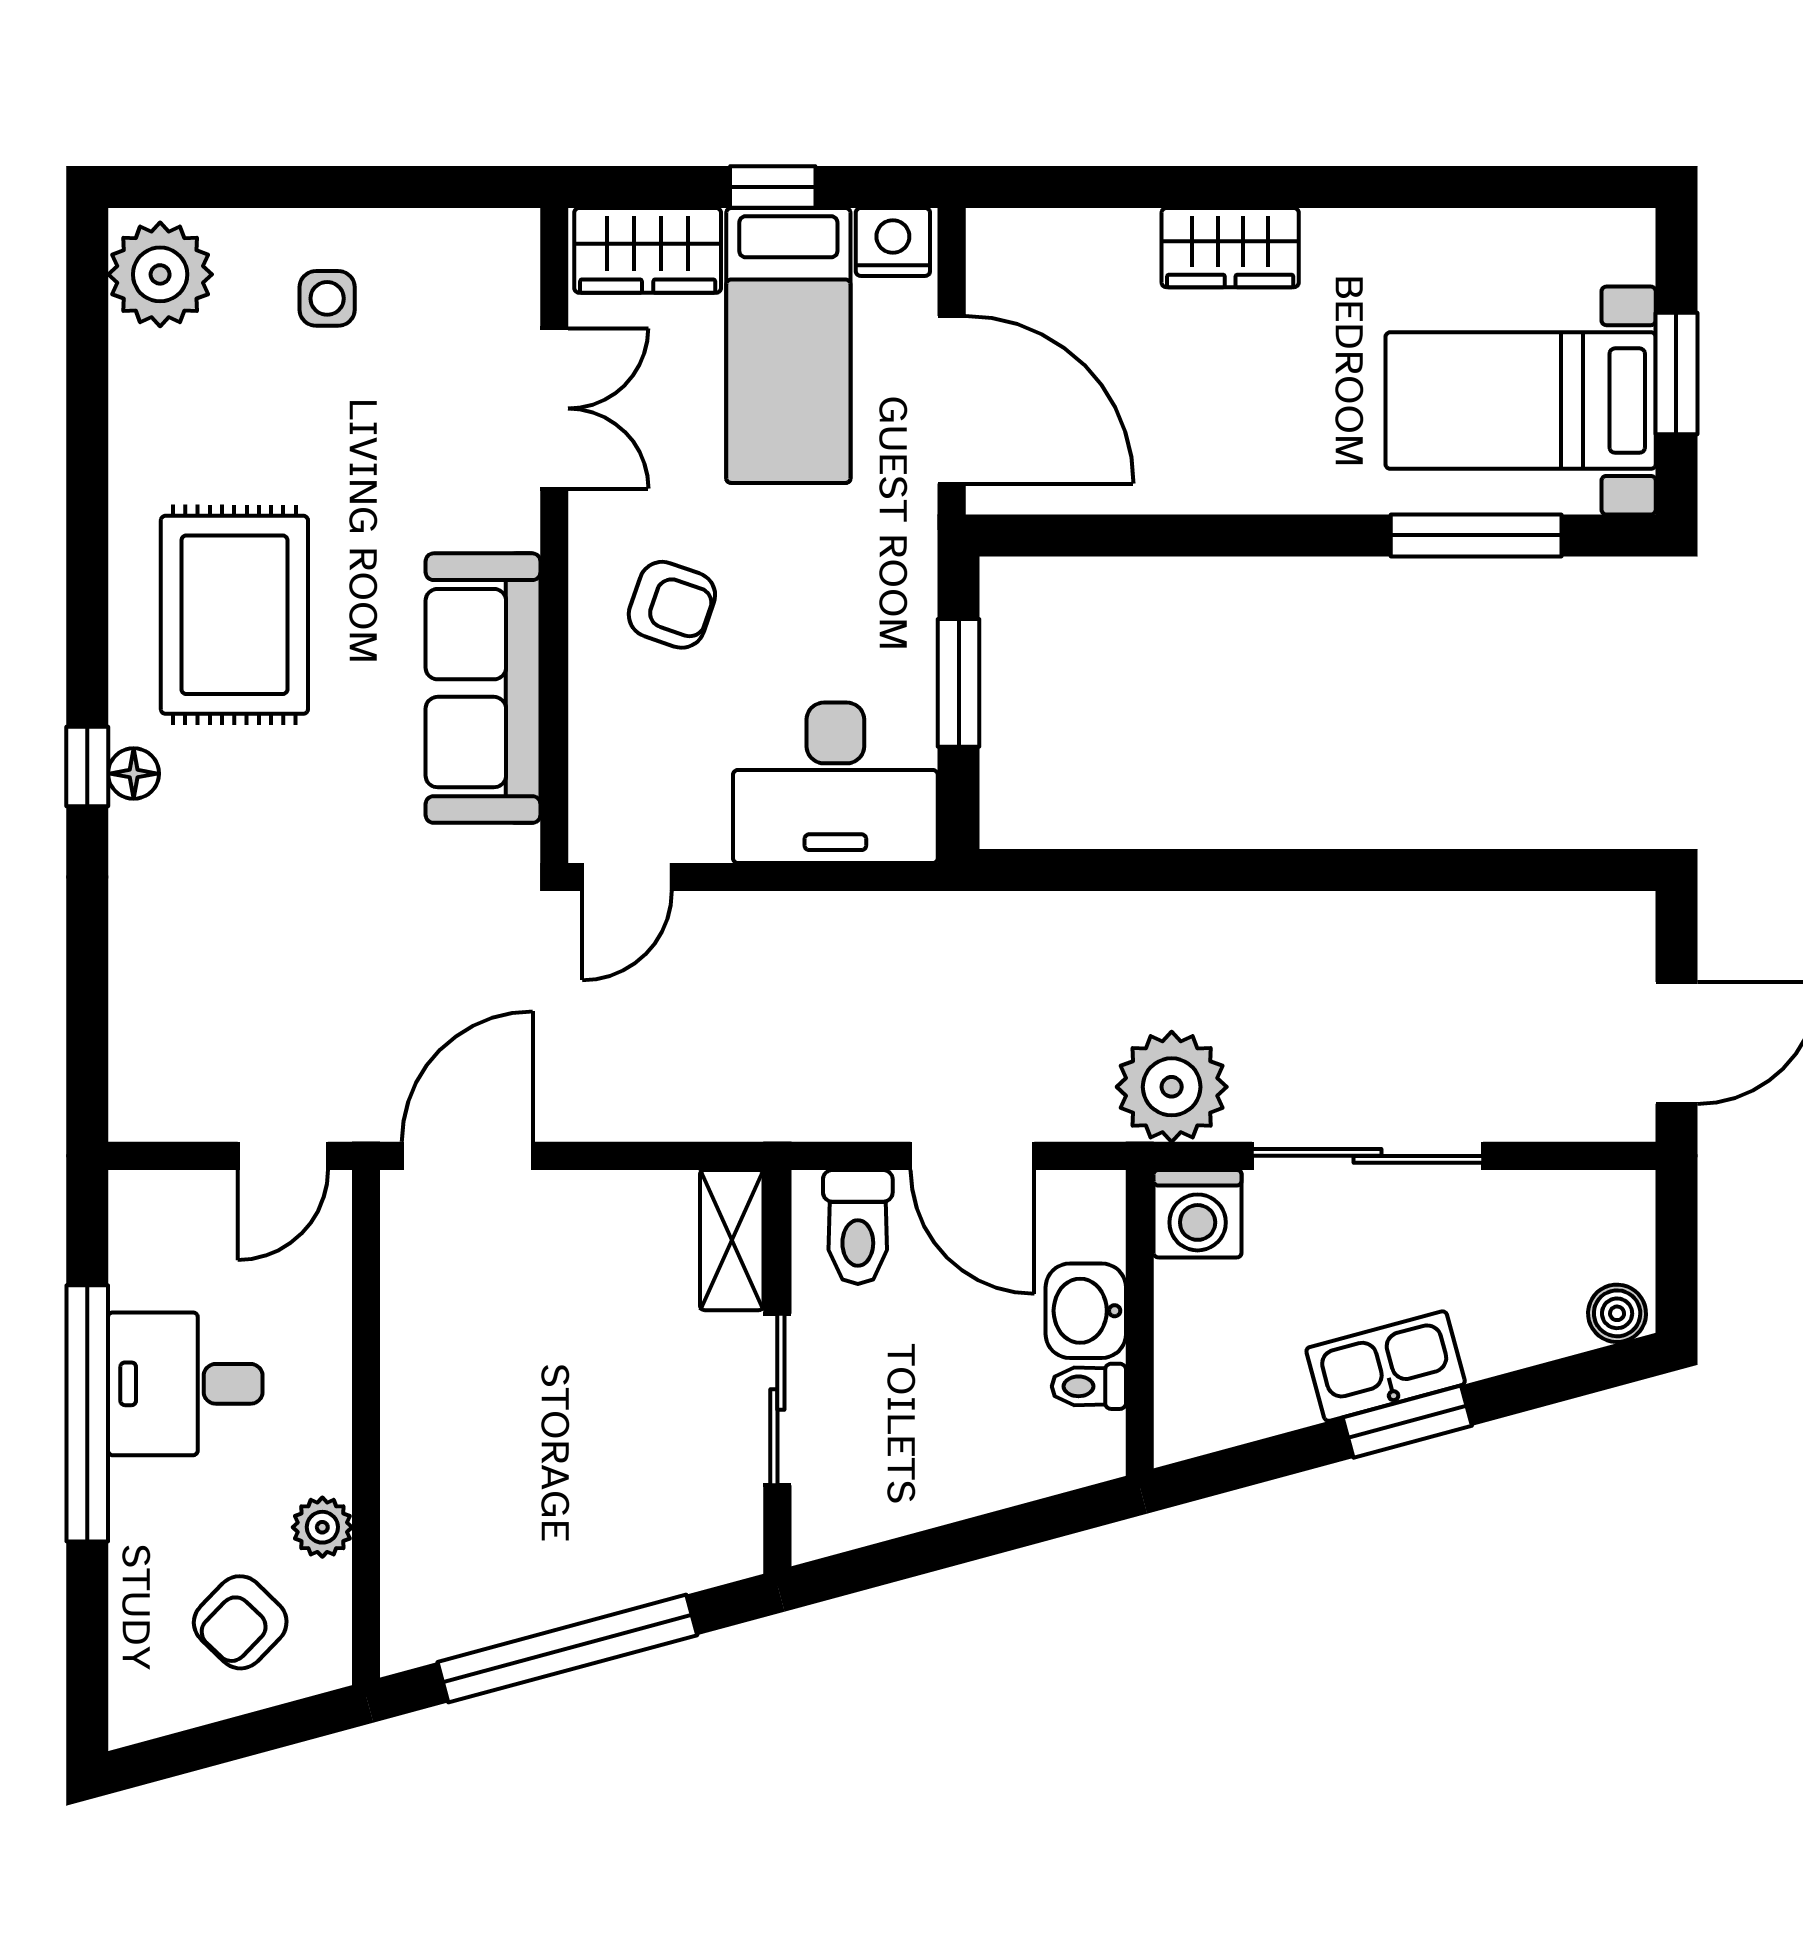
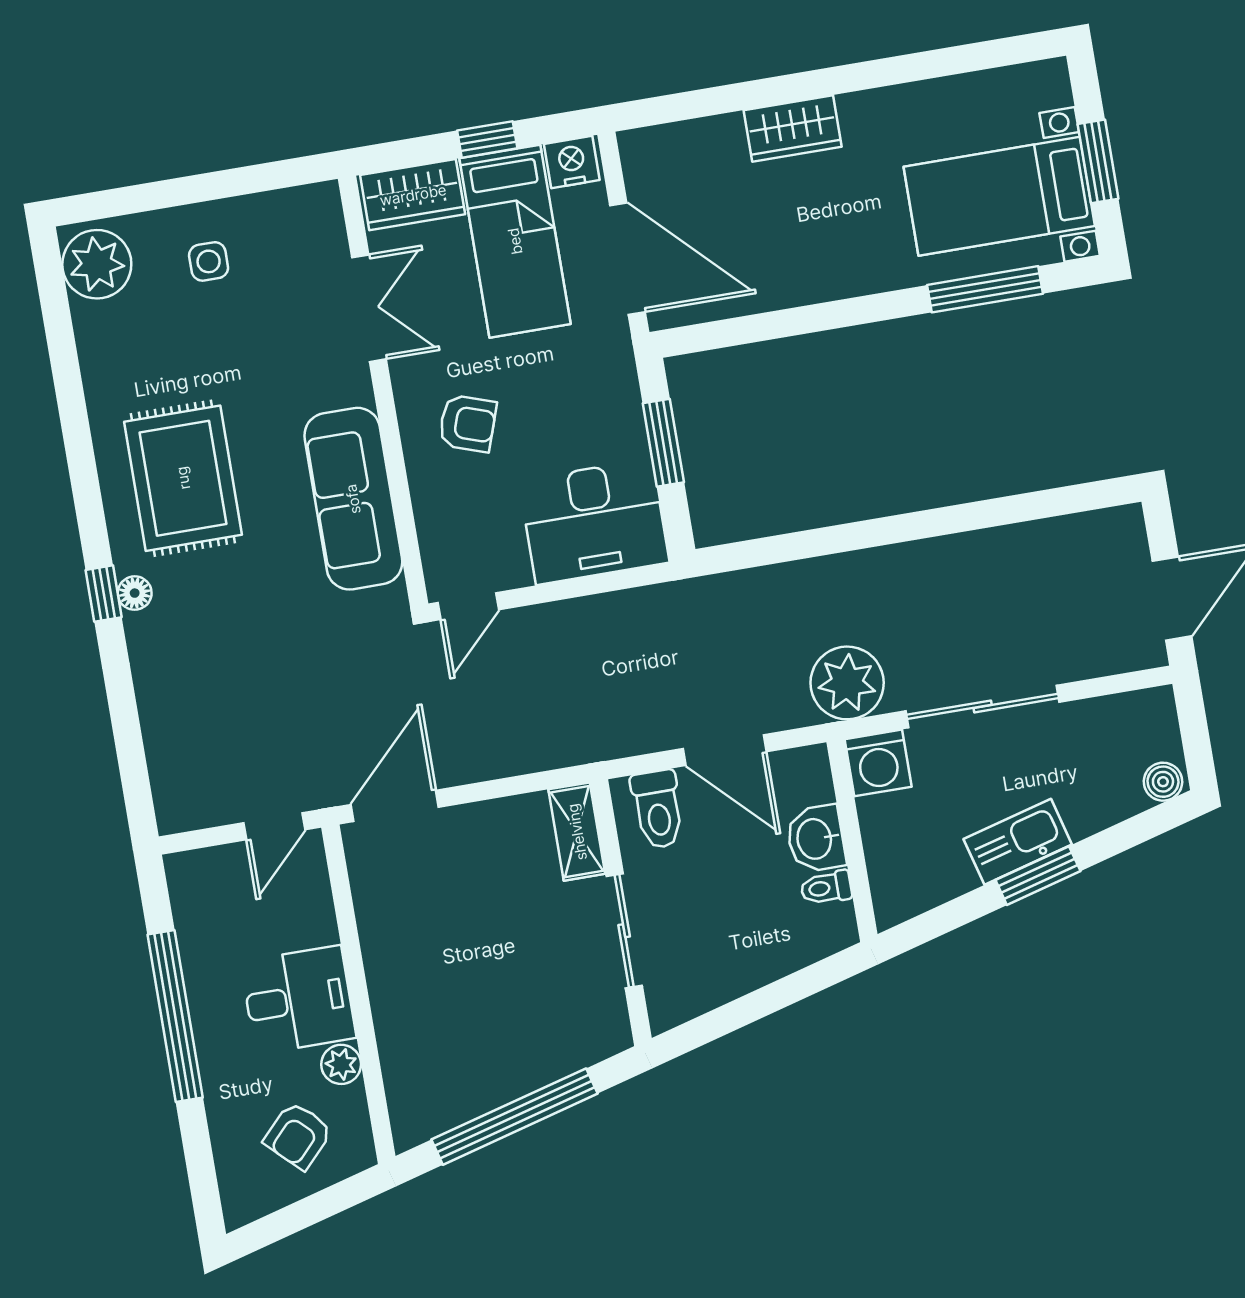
desk: (185, 1384) -> (298, 1000), moved, turned 180

